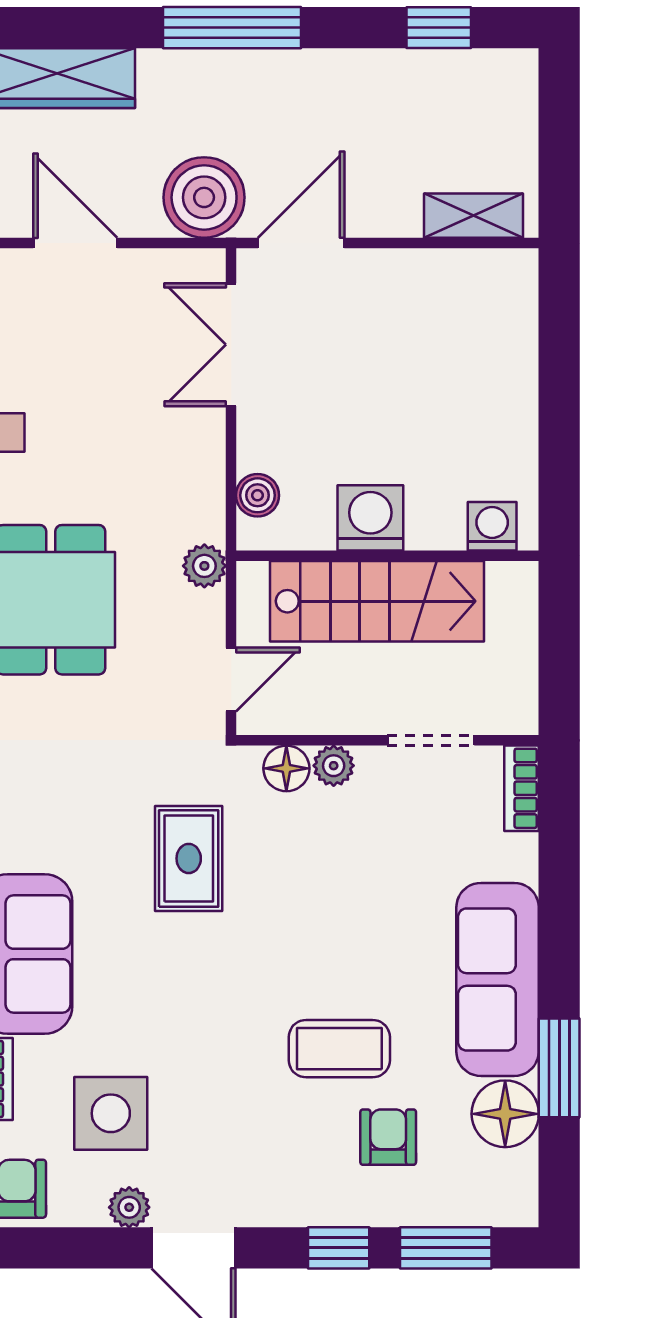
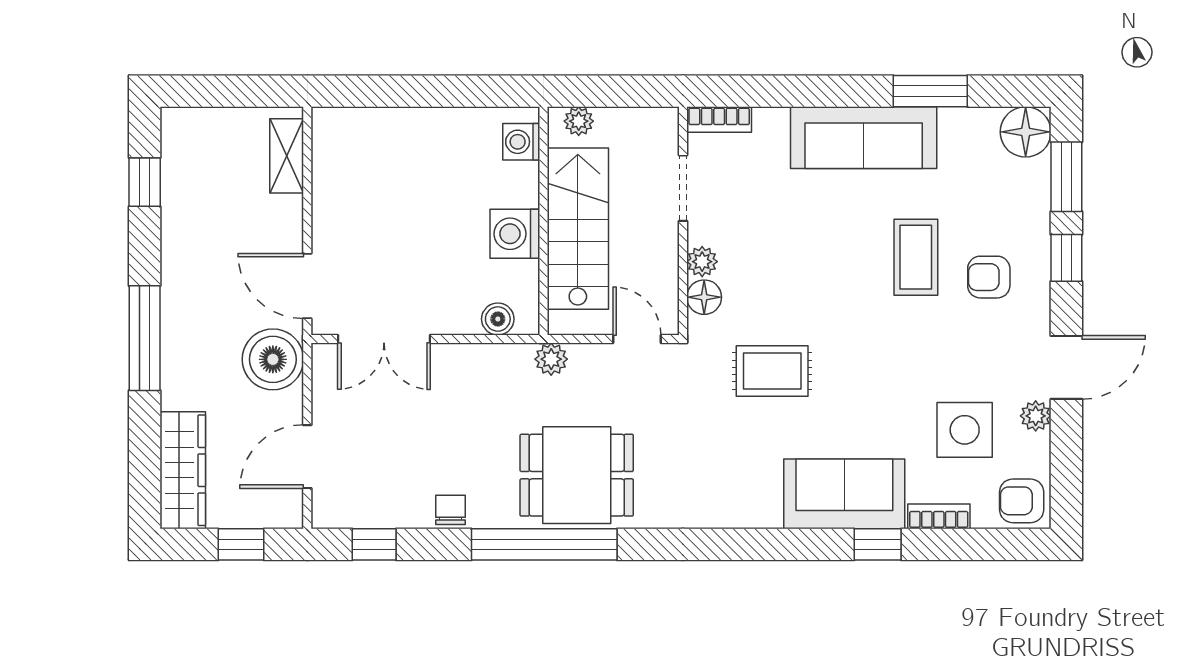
plant: (519, 602) -> (579, 121), added
floor lamp: (505, 1114) -> (1026, 132), moved
armchair: (388, 1137) -> (989, 277), moved

